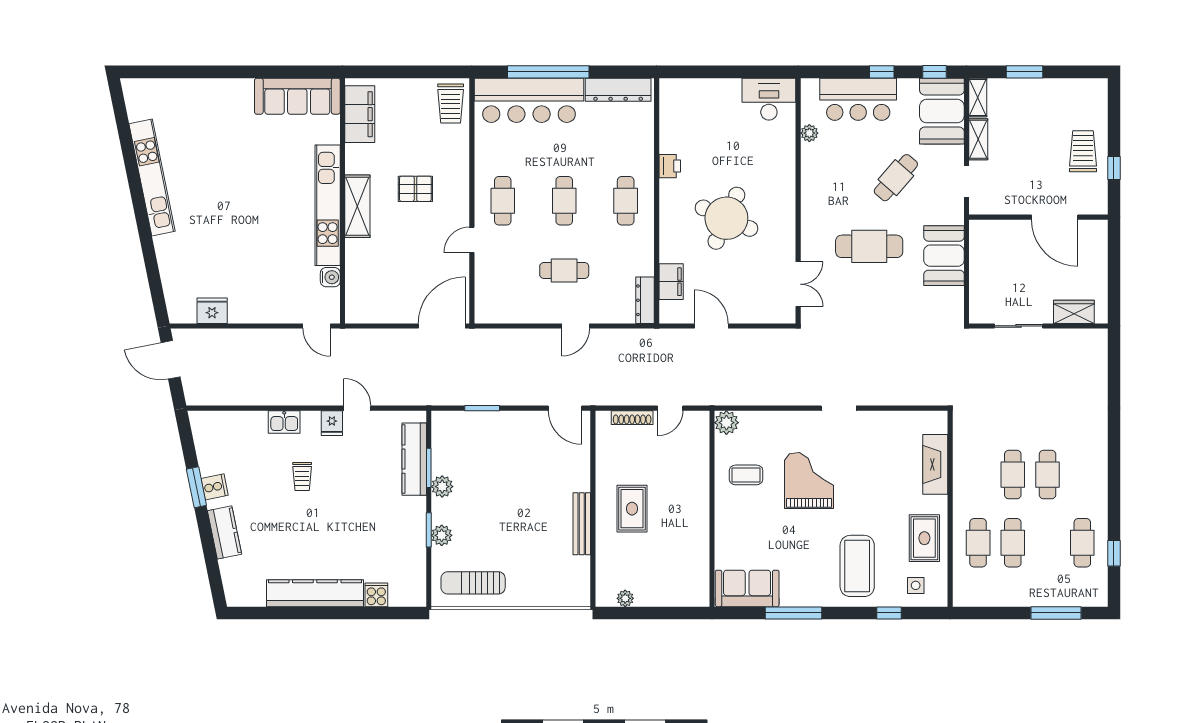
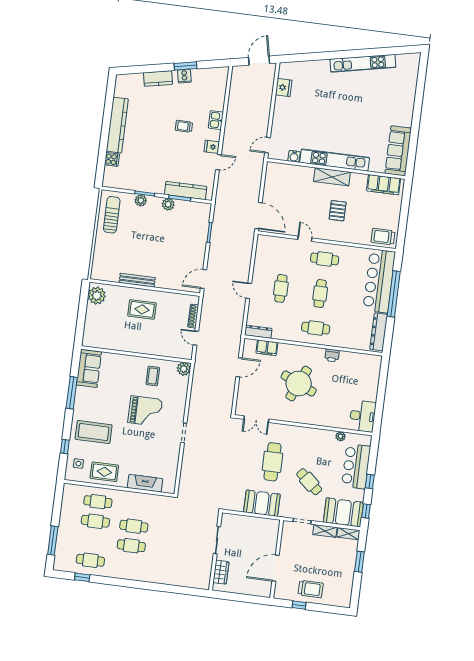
cafe table: (564, 201) -> (320, 294), turned 90
plant: (625, 598) -> (97, 296), width x1.87, depth x1.87

